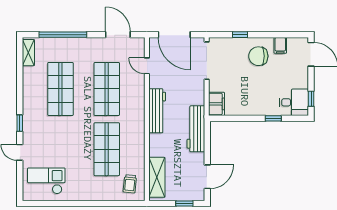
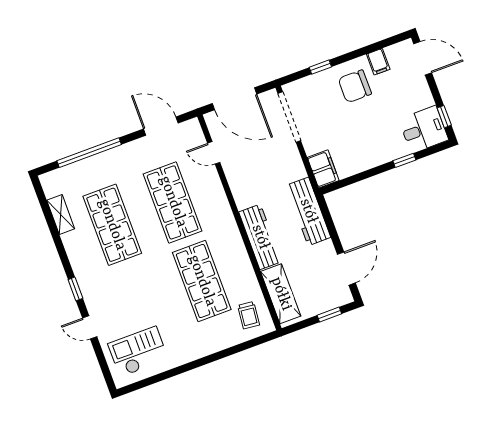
shelving: (28, 53) -> (61, 214), moved
workbench: (157, 111) -> (260, 237), moved

